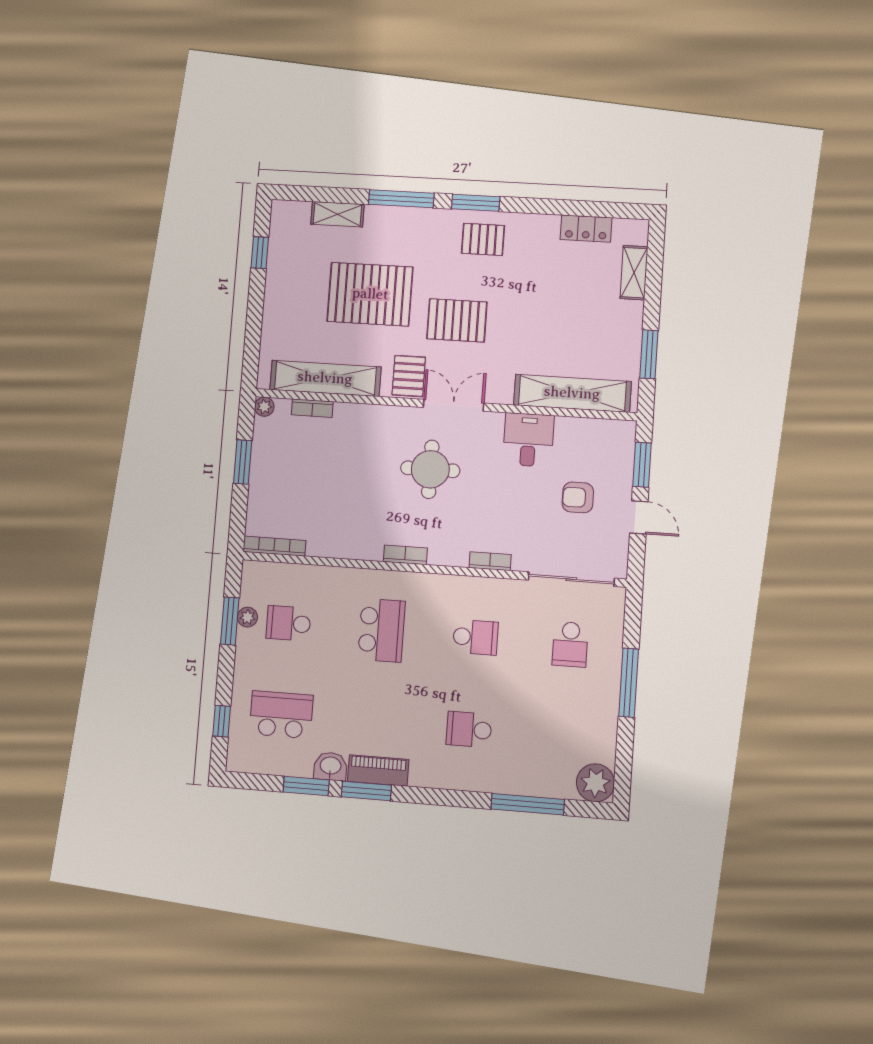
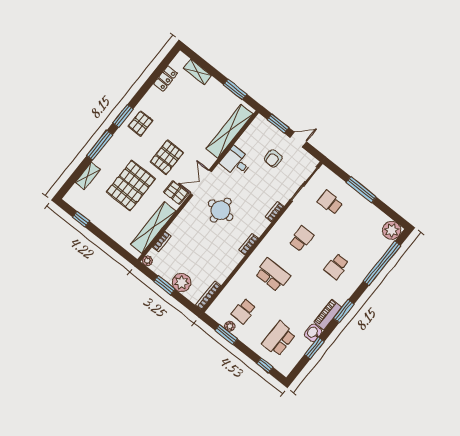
plant: (266, 487) -> (182, 283), added
school desk: (570, 644) -> (330, 202), turned 180
window: (366, 791) -> (344, 311), moved
window: (528, 804) -> (382, 263), width x1.46

